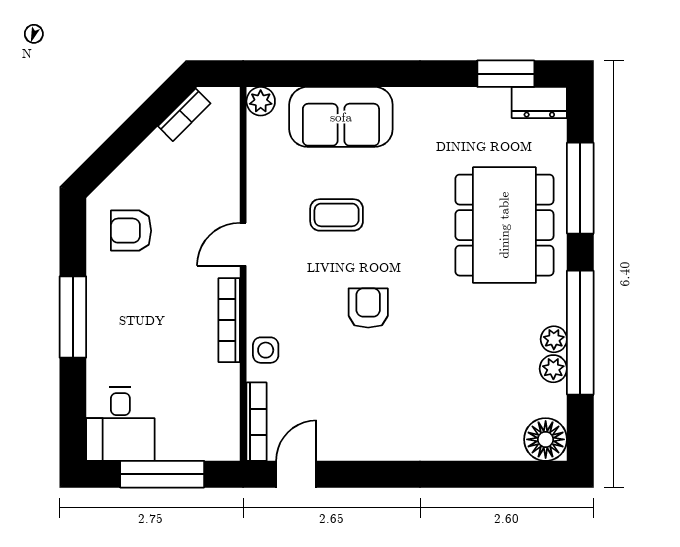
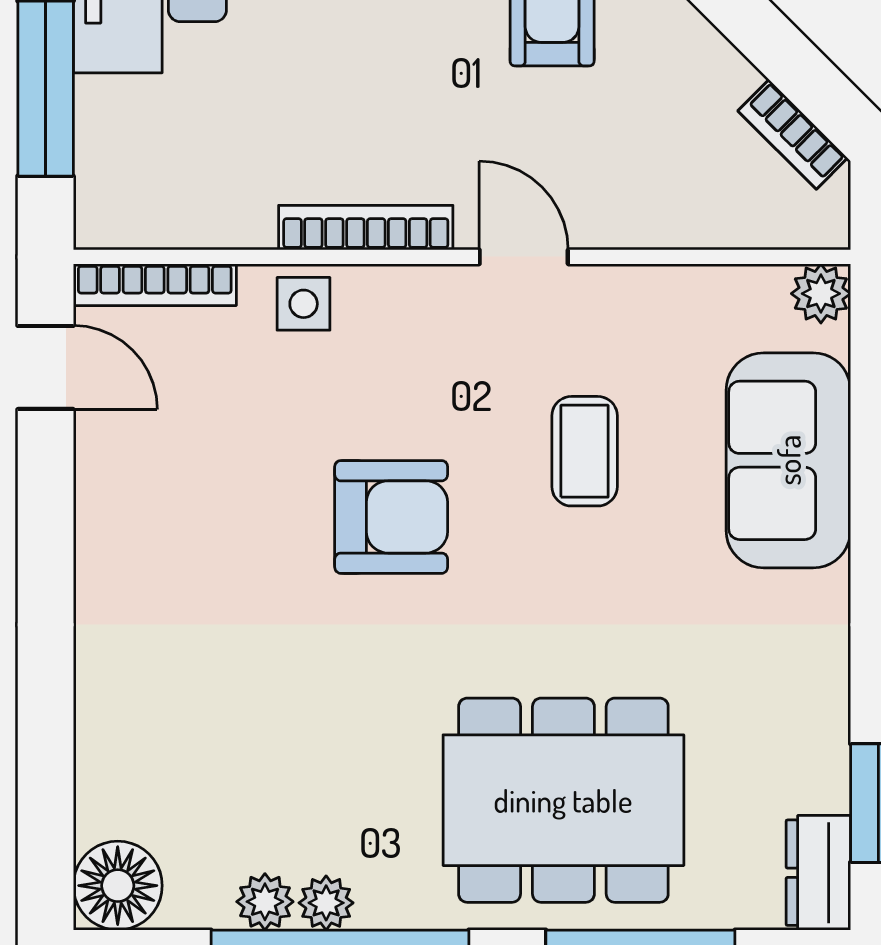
armchair: (368, 308) -> (391, 517), width x1.38, depth x1.38

